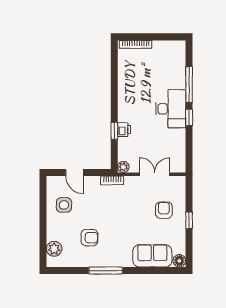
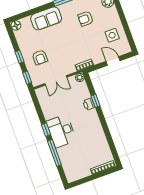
window: (189, 191) -> (27, 78), added
sofa: (152, 256) -> (46, 18), moved

